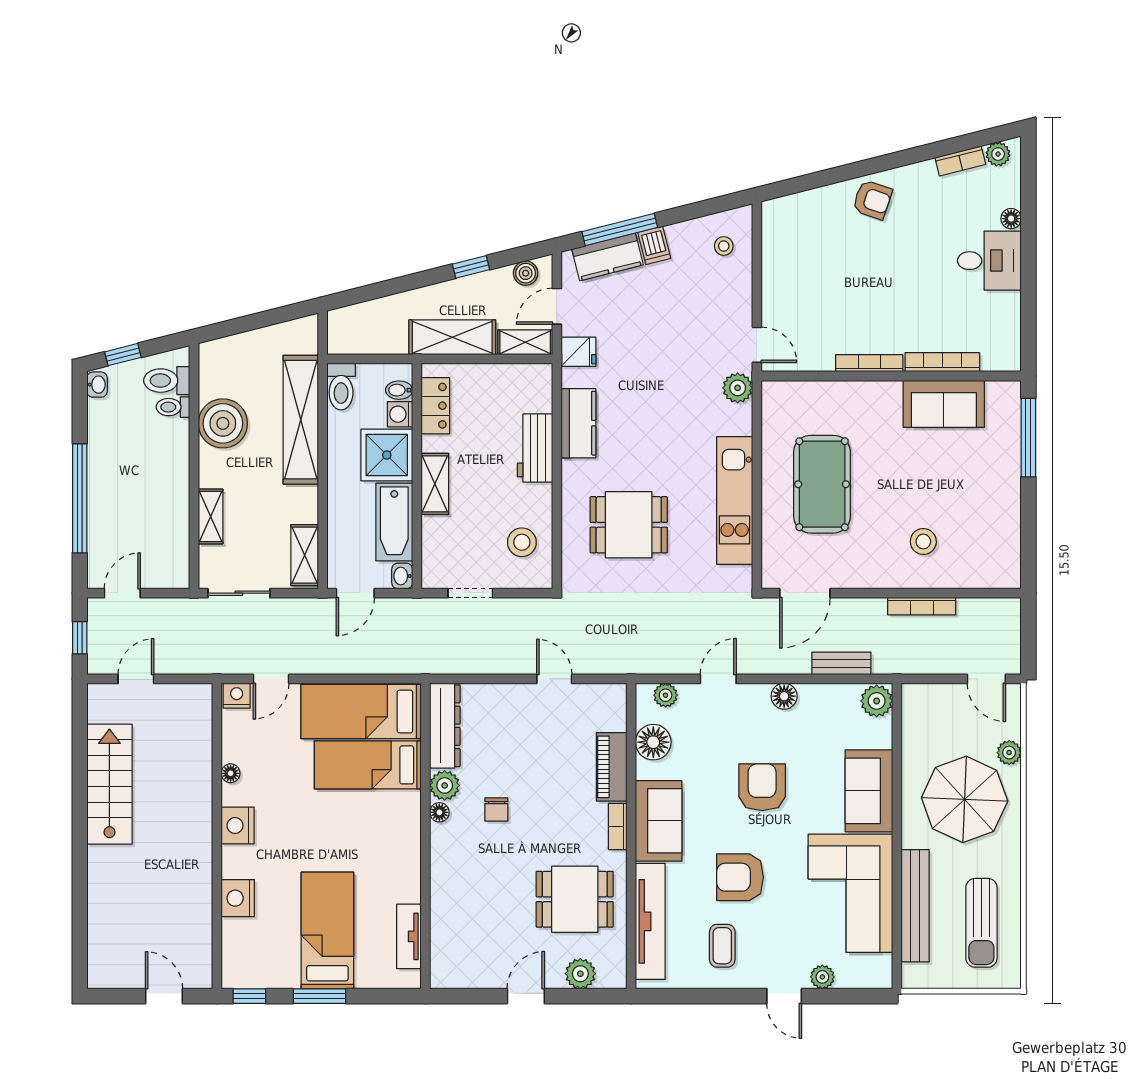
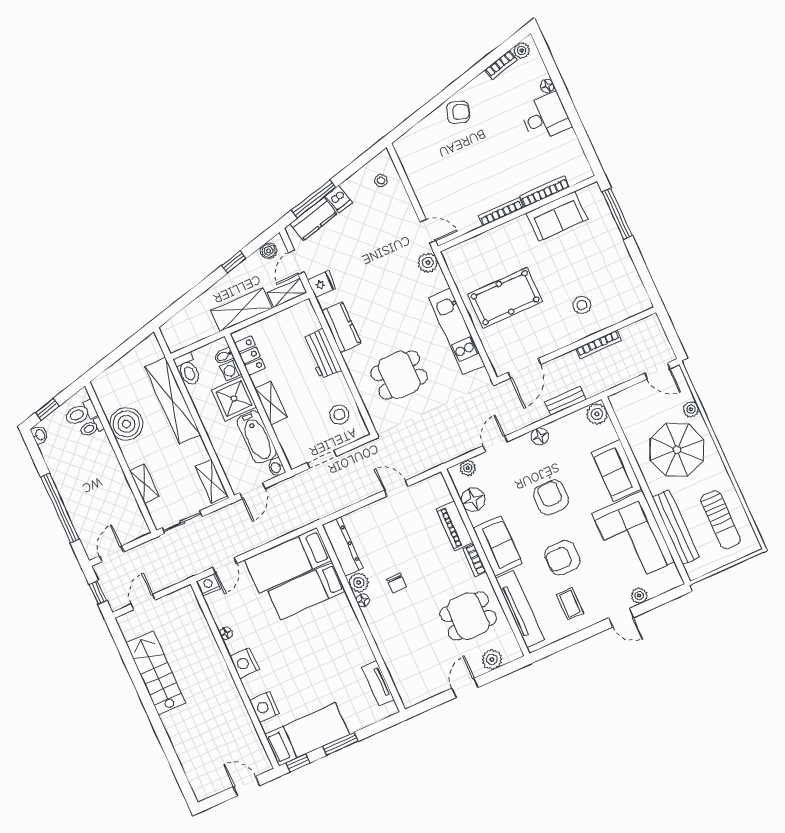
pool table: (822, 484) -> (505, 298), turned 90
bed: (327, 931) -> (307, 735), moved, turned 90

